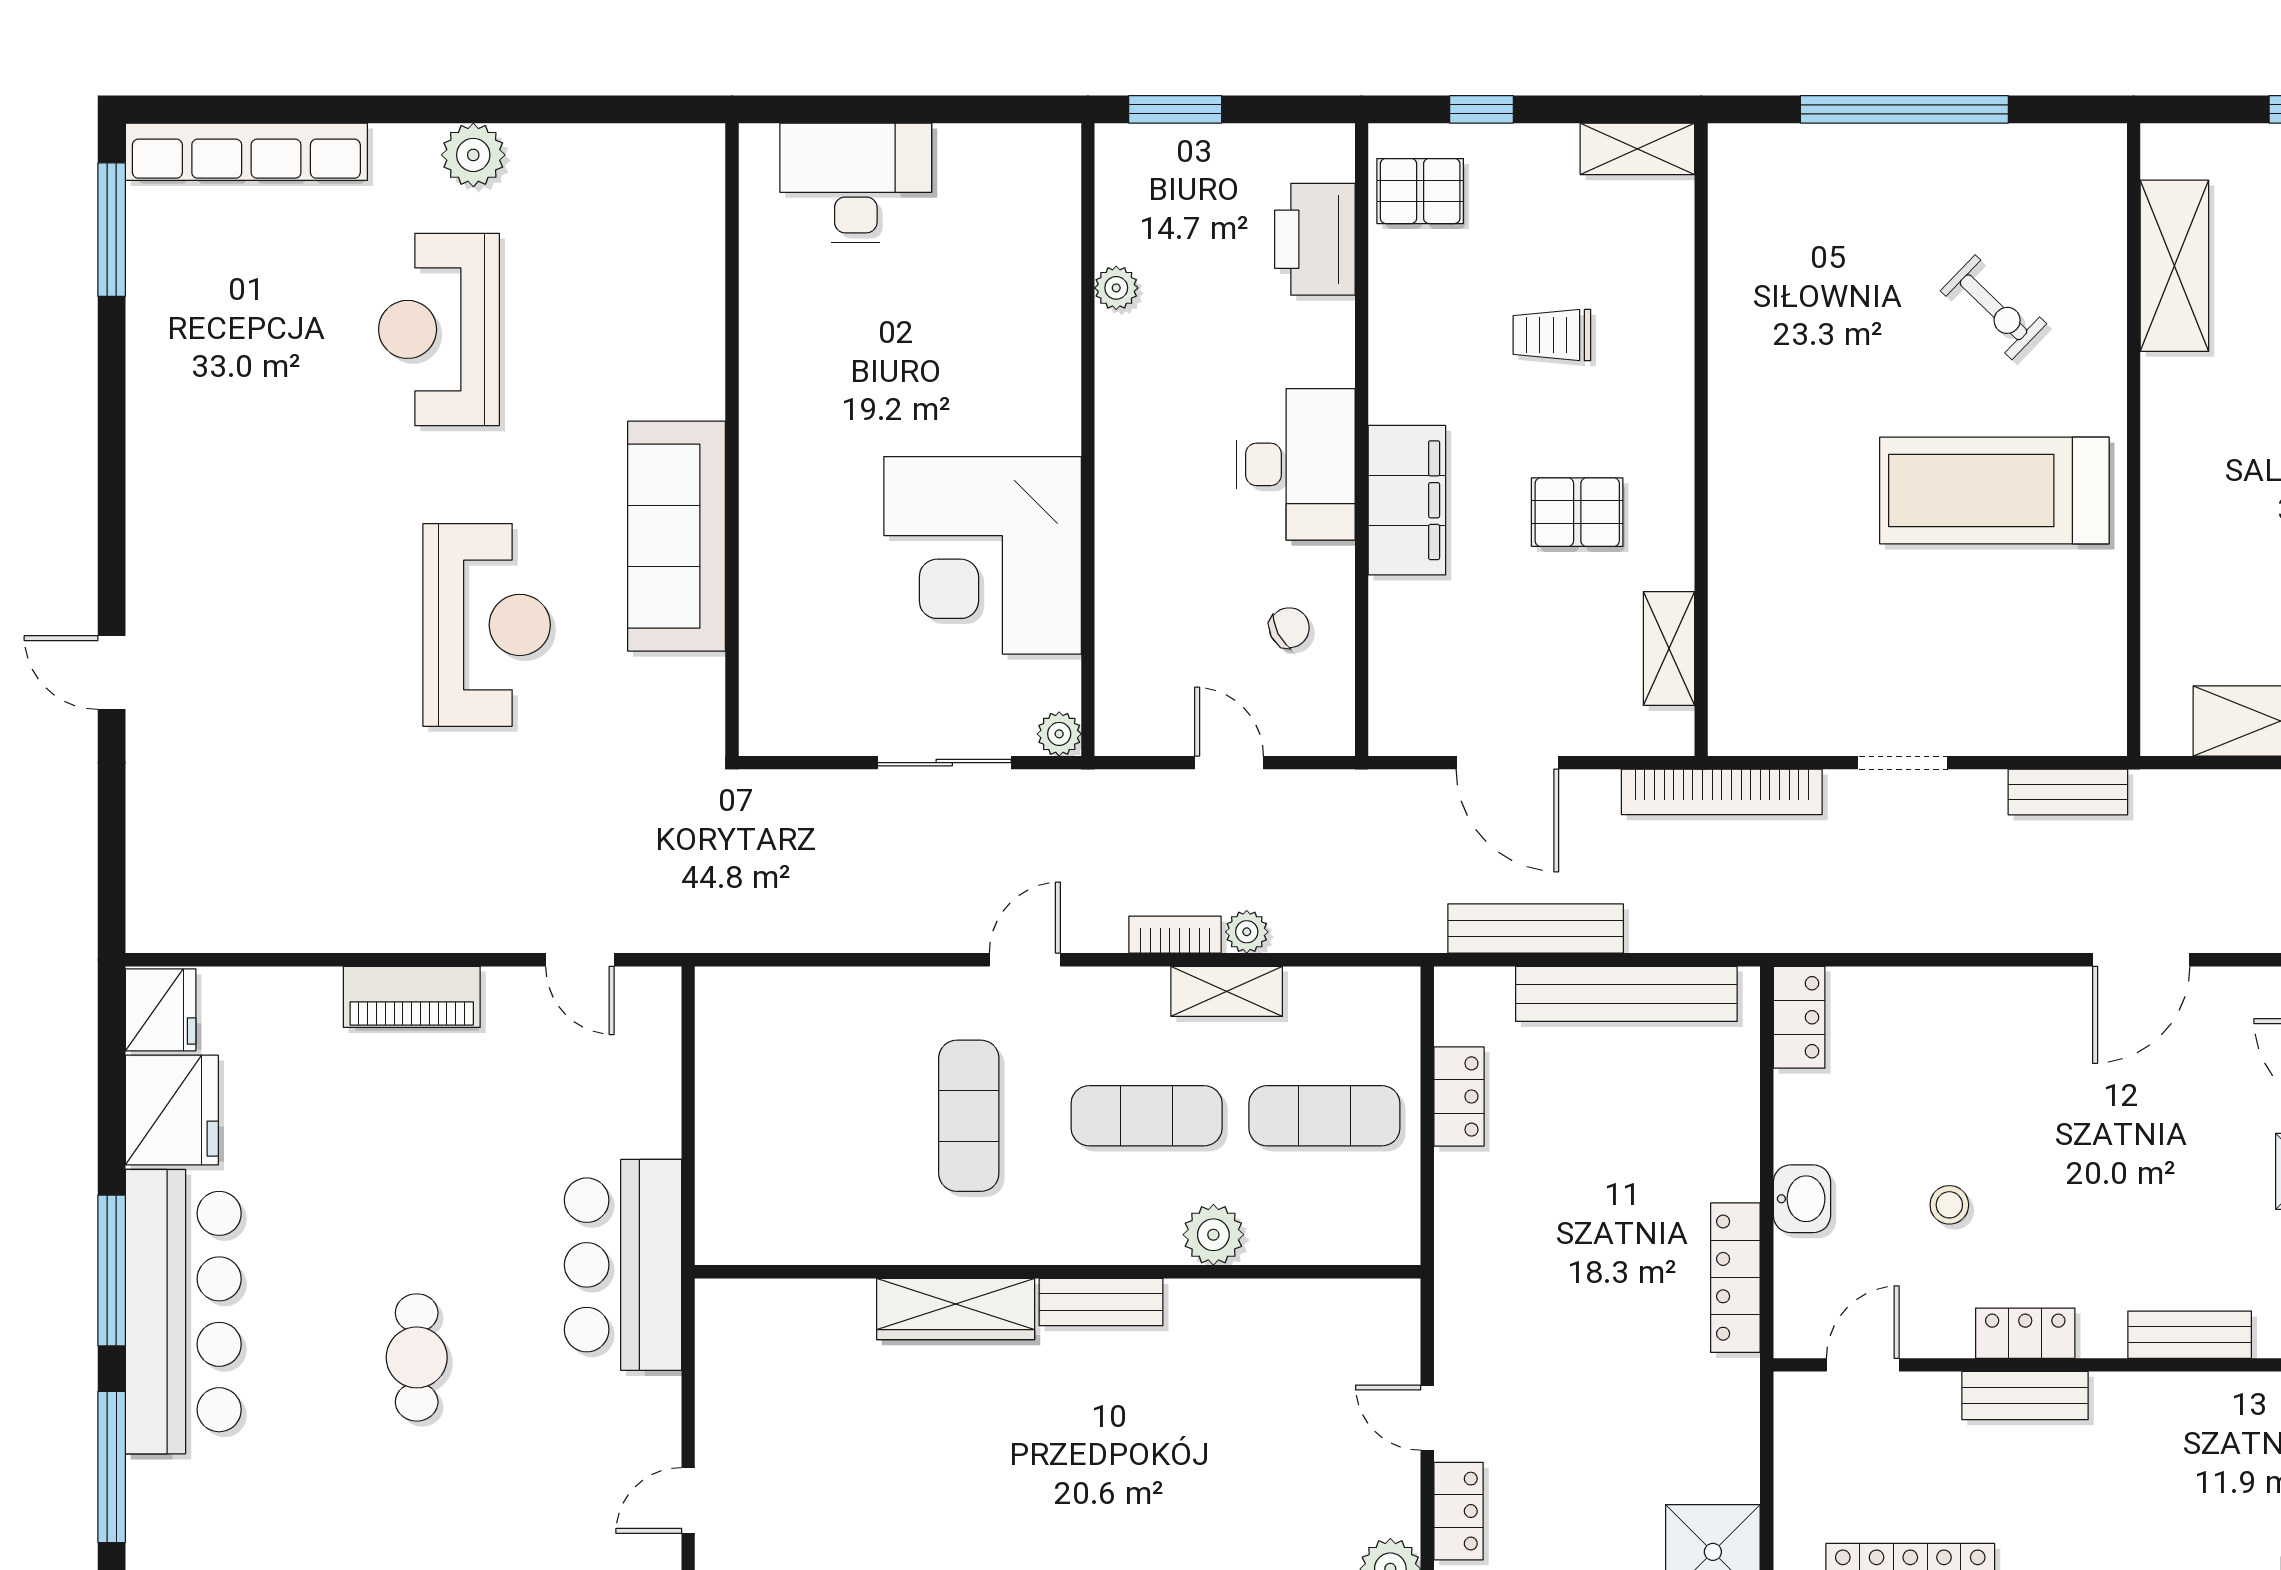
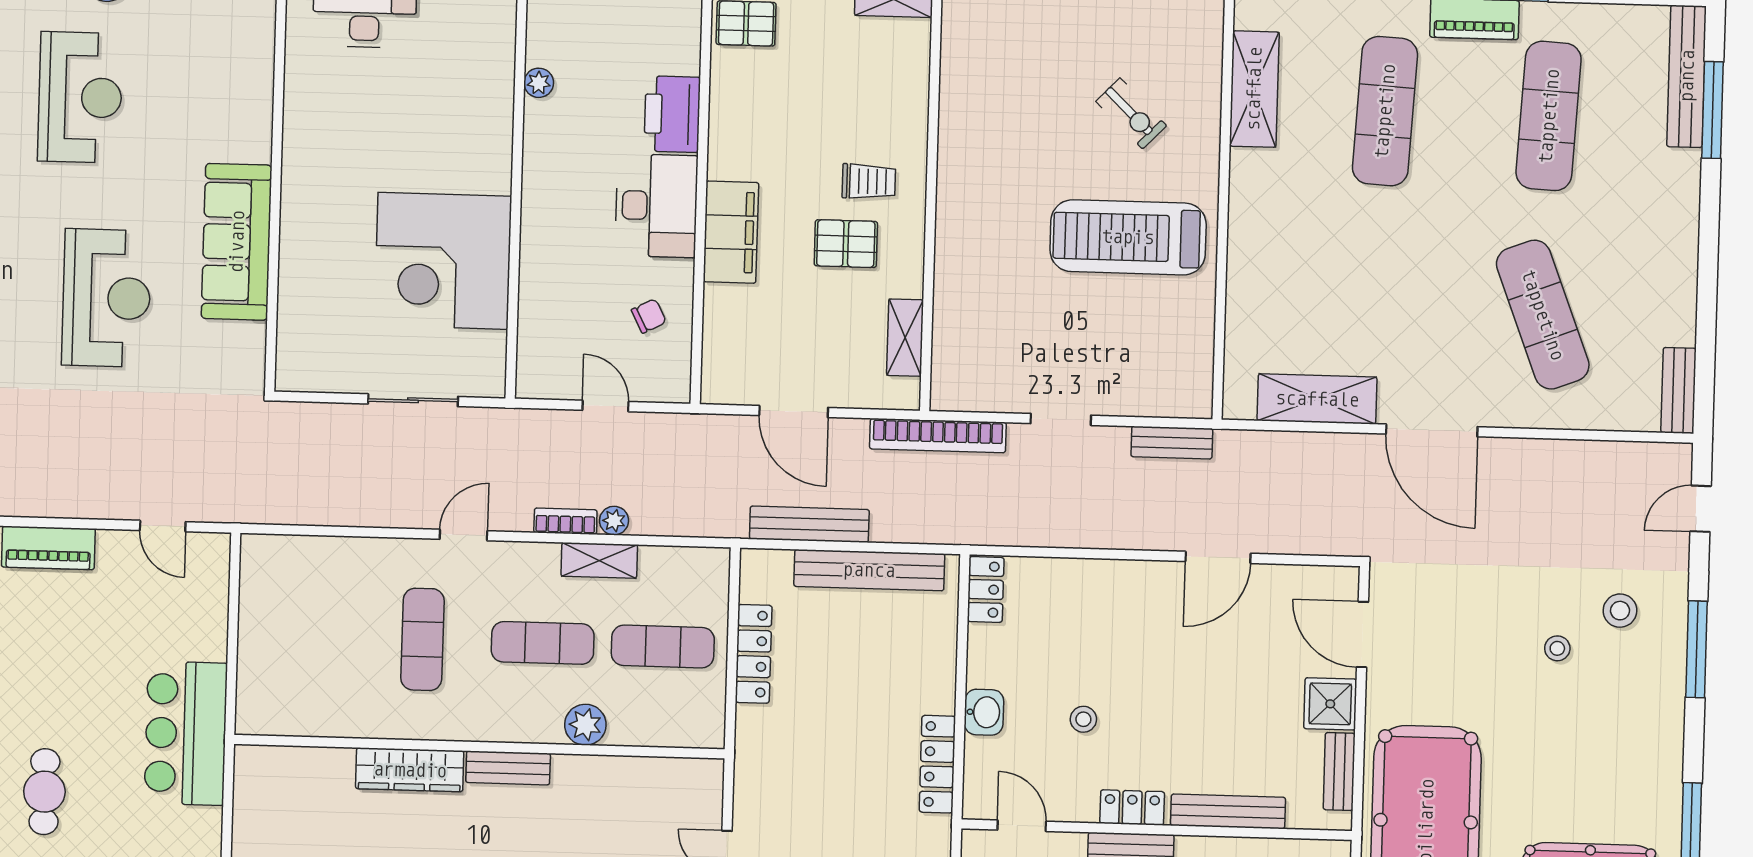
printer: (1315, 239) -> (672, 114), moved
reception desk: (439, 329) -> (80, 97), turned 180
trolley: (1552, 335) -> (869, 181), moved, turned 180
plant: (1059, 734) -> (491, 383), removed
locker: (1459, 1096) -> (754, 654), width x1.53
bench: (2190, 1335) -> (1228, 811), width x1.36
door: (1863, 1365) -> (1022, 826), hinge flipped

